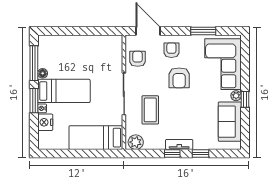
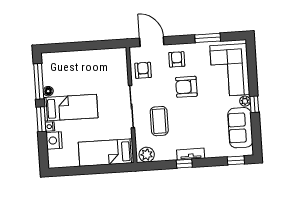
armchair: (179, 78) -> (186, 87), turned 90
window: (201, 154) -> (236, 160), moved

